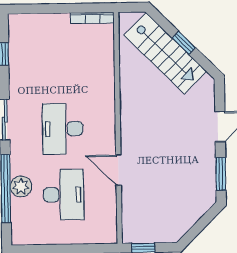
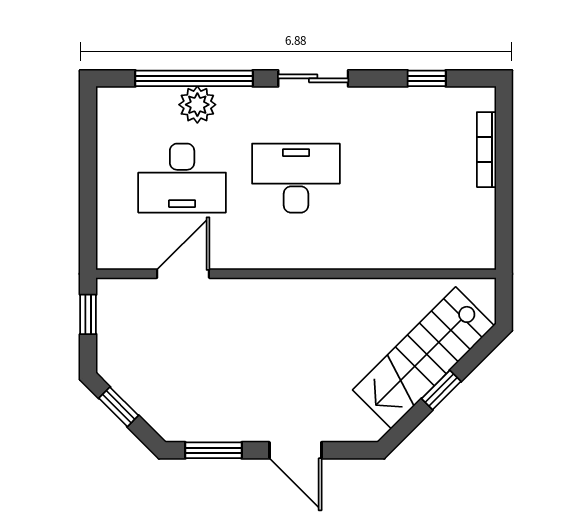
bookcase: (92, 18) -> (486, 150), moved
door: (119, 170) -> (183, 274), moved
window: (196, 229) -> (119, 407), added

